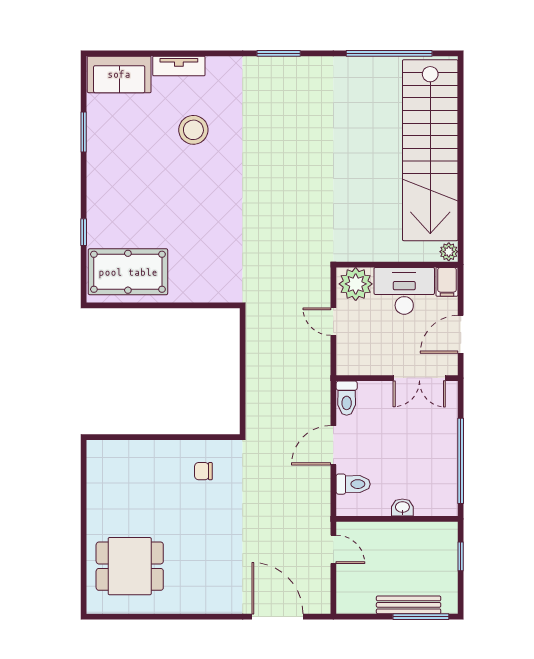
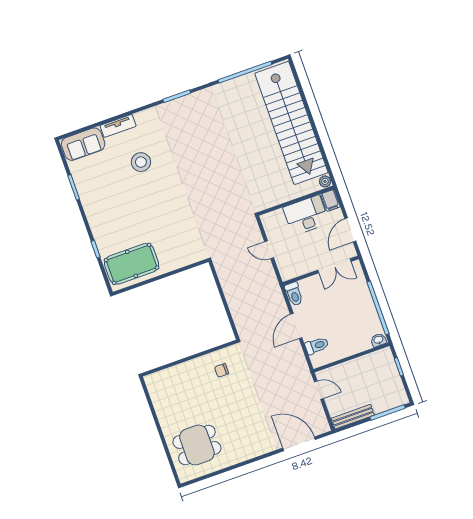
plant: (356, 284) -> (275, 222), removed
washbasin: (402, 507) -> (379, 340), moved
bench: (409, 605) -> (353, 417), moved

